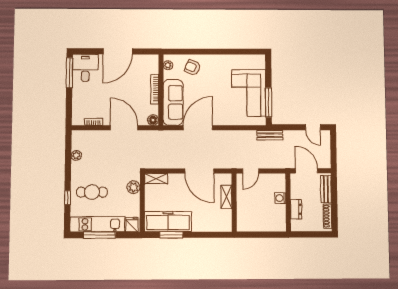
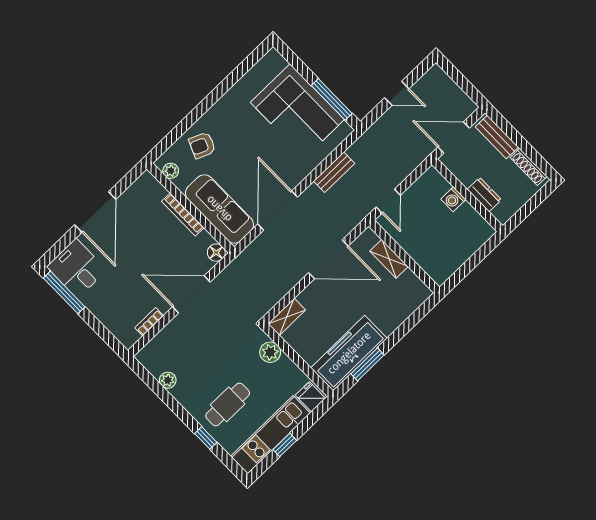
door: (313, 127) -> (397, 93), moved
bench: (270, 135) -> (334, 172), moved
window: (99, 235) -> (285, 445), width x0.46

